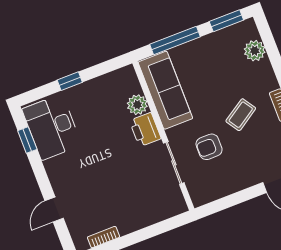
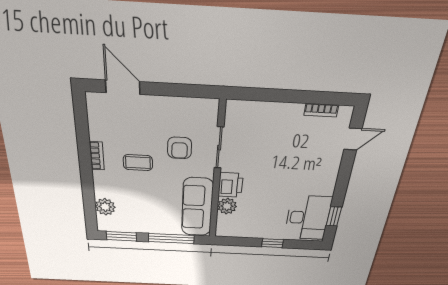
coffee table: (241, 115) -> (138, 163), turned 33
armchair: (209, 147) -> (180, 148), turned 90
door: (54, 210) -> (353, 139), moved

